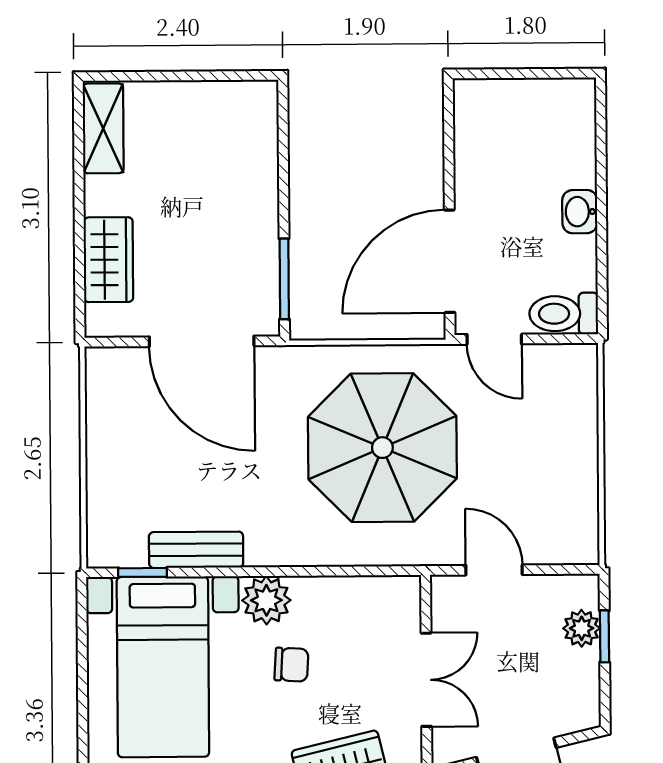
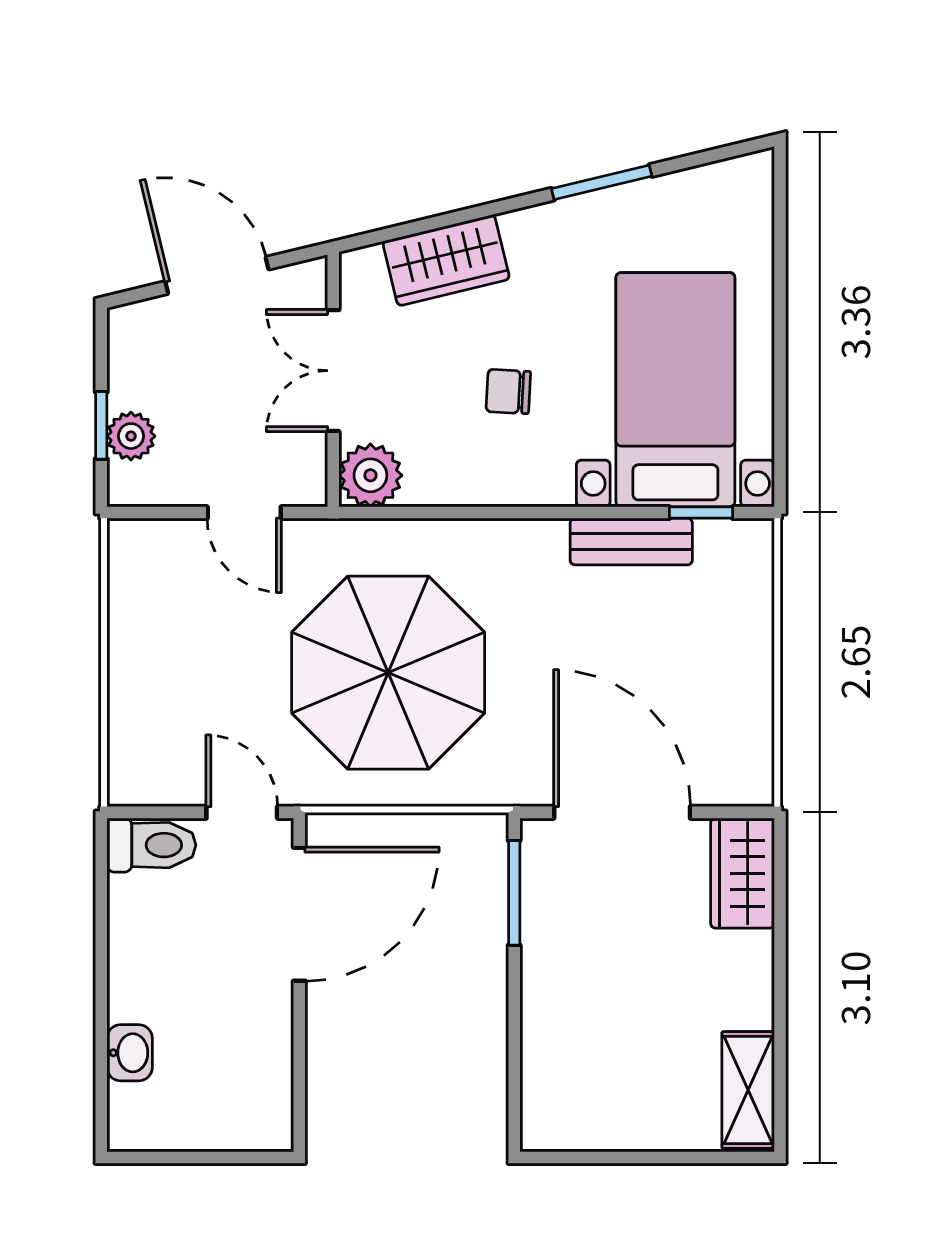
washbasin: (580, 212) -> (130, 1053), moved
wardrobe: (108, 260) -> (742, 873), moved
plant: (266, 600) -> (370, 475), moved

